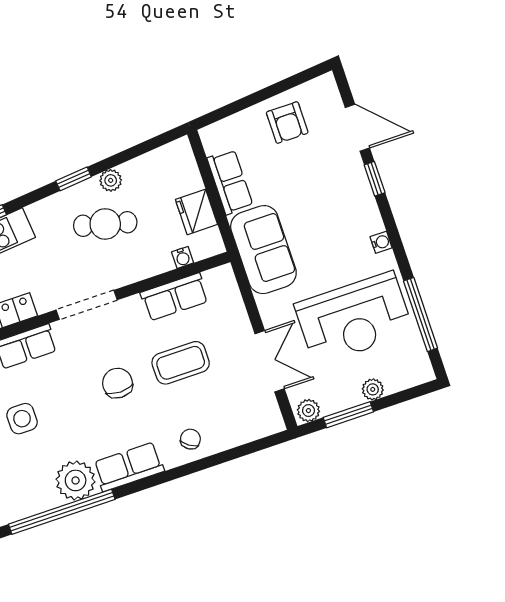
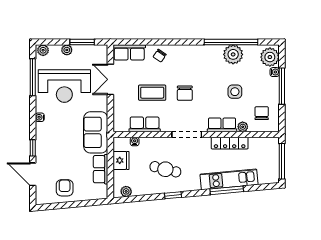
plant: (111, 180) -> (126, 191), moved
reception desk: (354, 318) -> (64, 86), turned 180
plant: (308, 411) -> (43, 50), moved
row of seats: (129, 467) -> (129, 52), moved
plant: (76, 480) -> (233, 54), moved

